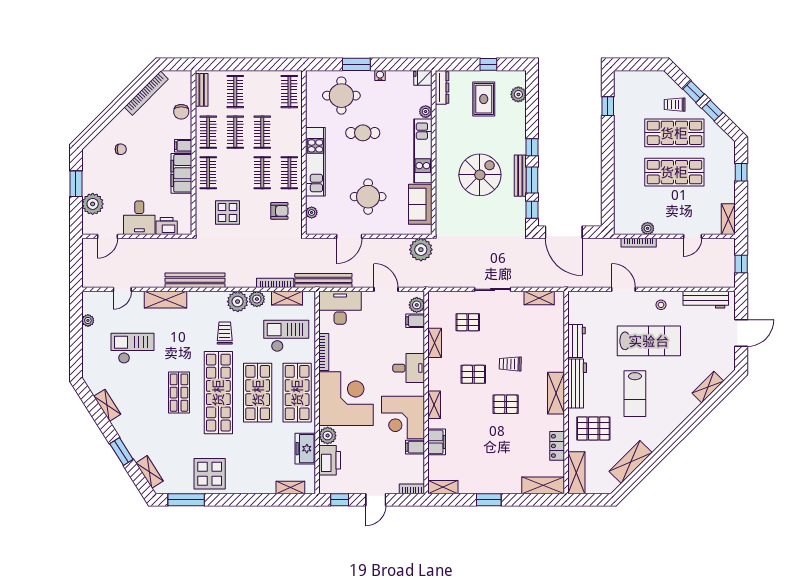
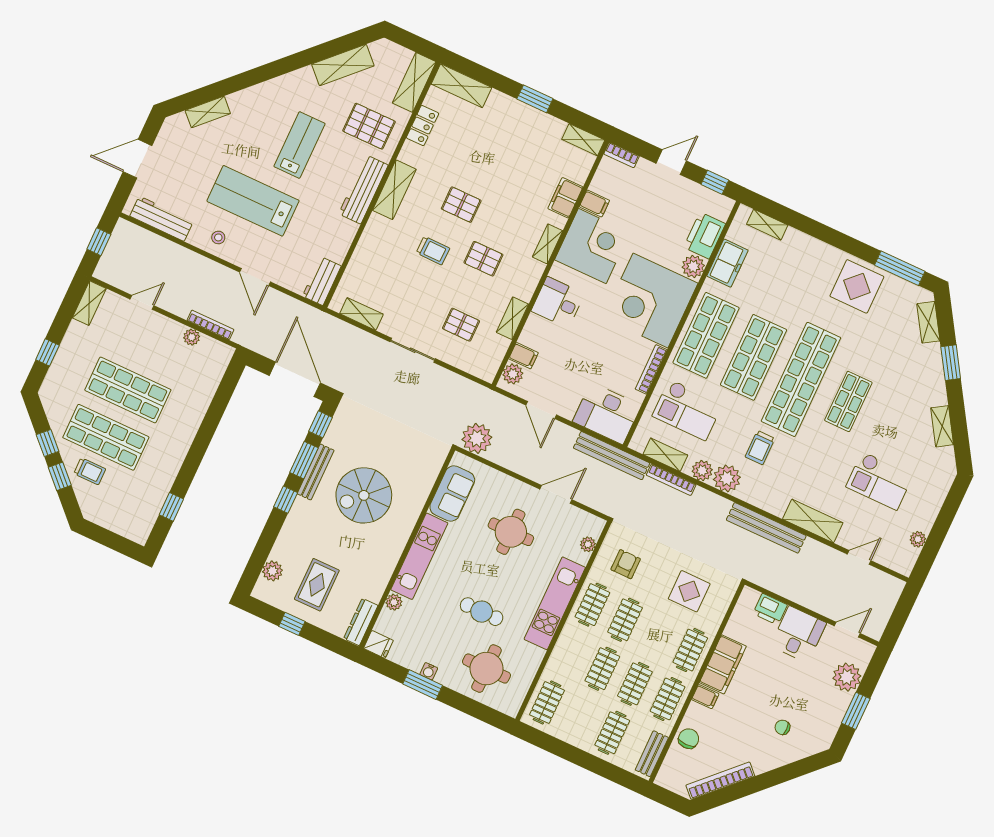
window: (356, 64) -> (423, 685), moved
armchair: (279, 211) -> (626, 564), turned 90
workbench: (577, 341) -> (322, 281), moved

